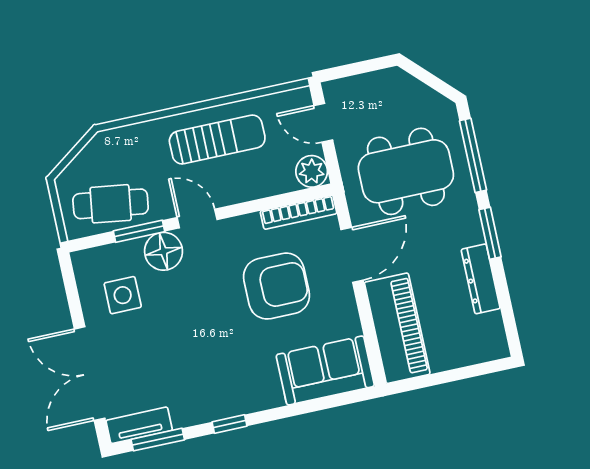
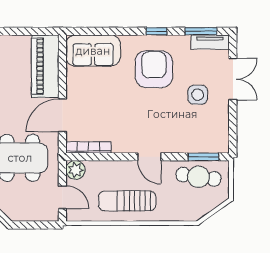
window: (139, 231) -> (203, 157), moved
floor lamp: (164, 251) -> (173, 142), removed
armchair: (277, 286) -> (154, 69), moved, turned 90
side table: (123, 295) -> (198, 95), moved
double door: (90, 374) -> (233, 79), width x0.73

